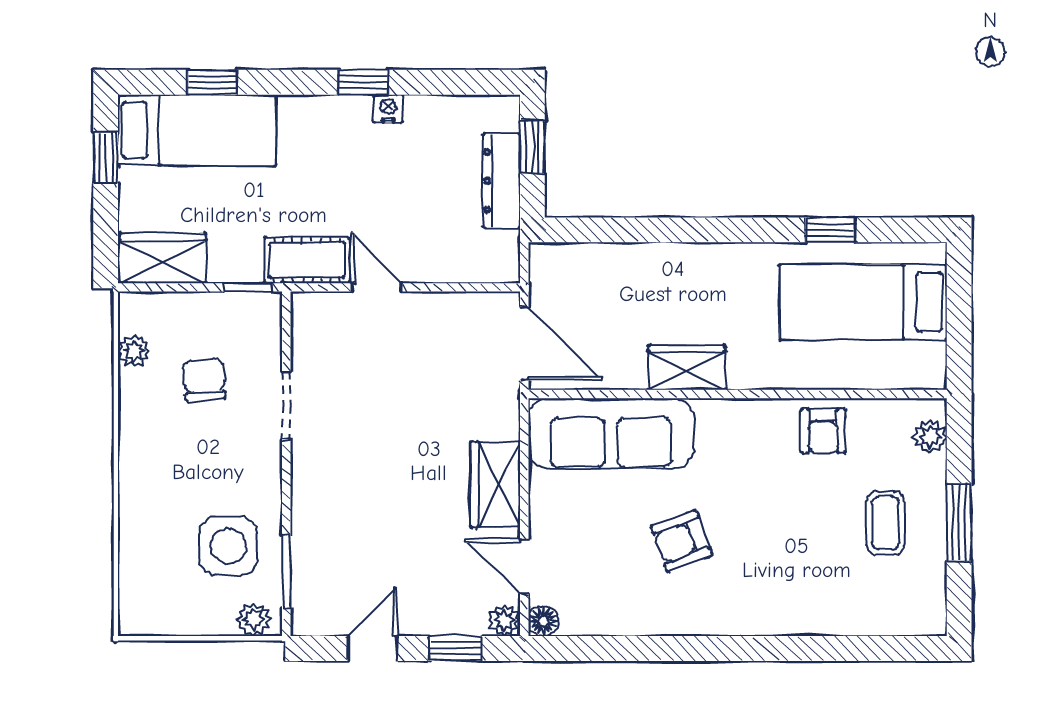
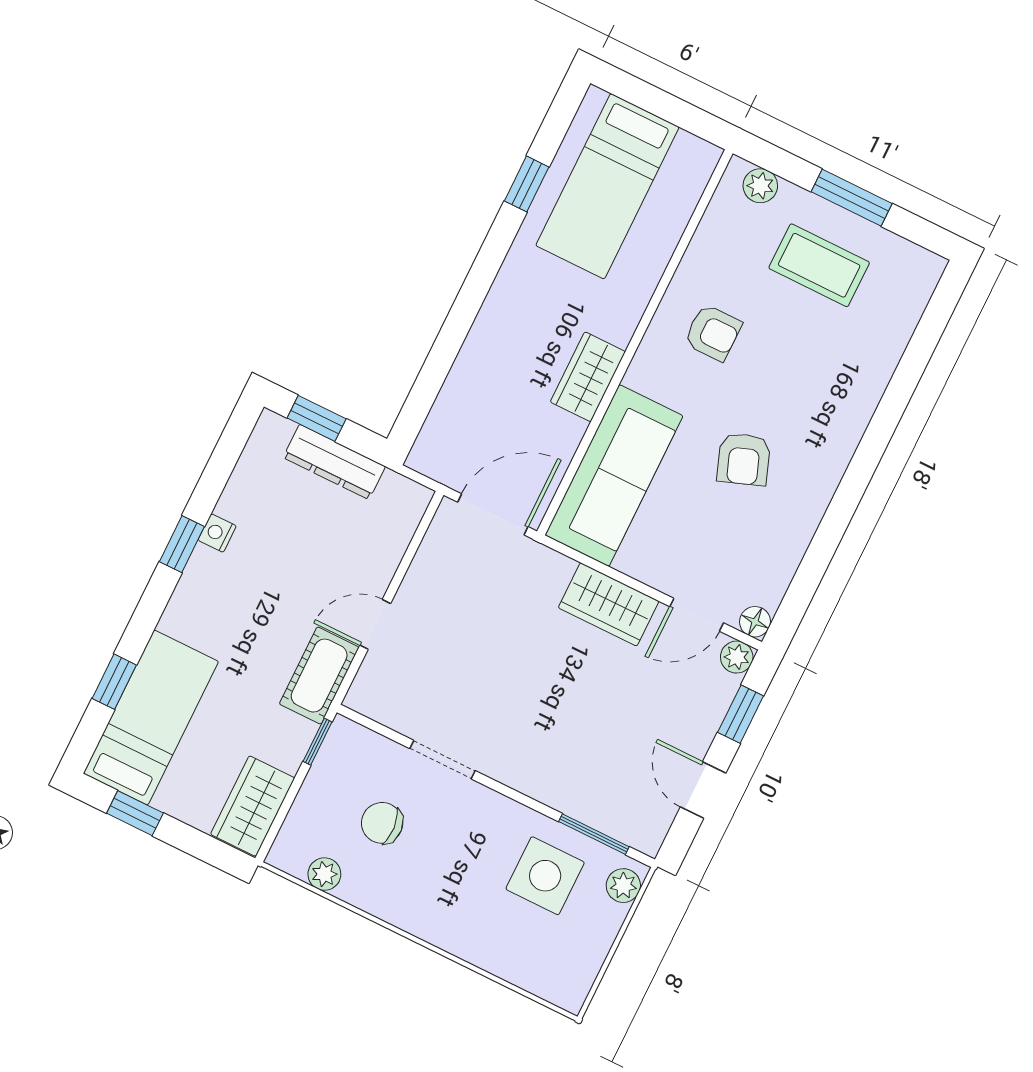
armchair: (823, 431) -> (713, 333), moved
coffee table: (885, 523) -> (819, 265), width x1.36, depth x1.30

